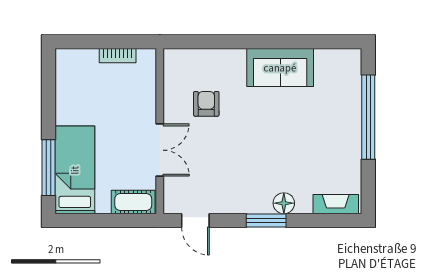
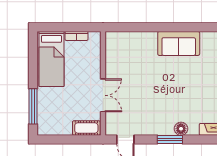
armchair: (206, 104) -> (132, 66), removed
bed: (75, 170) -> (51, 59), moved, turned 180

